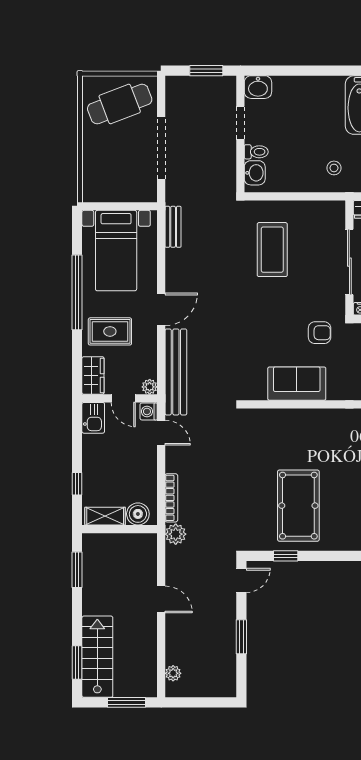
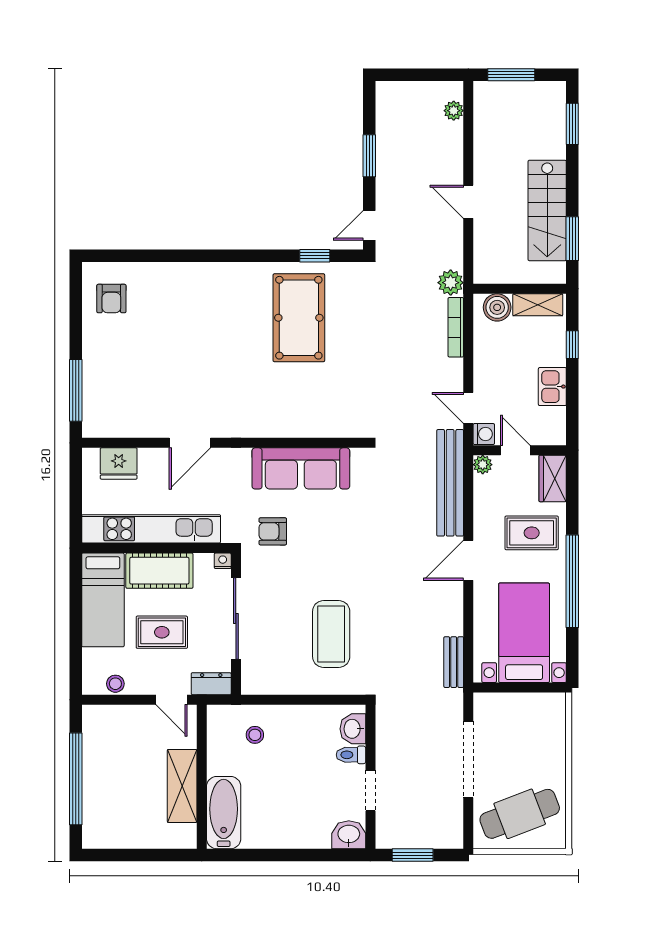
sofa: (297, 384) -> (301, 468), width x1.36
kitchen sink: (93, 418) -> (552, 387), moved
stairs: (97, 657) -> (547, 210), moved

